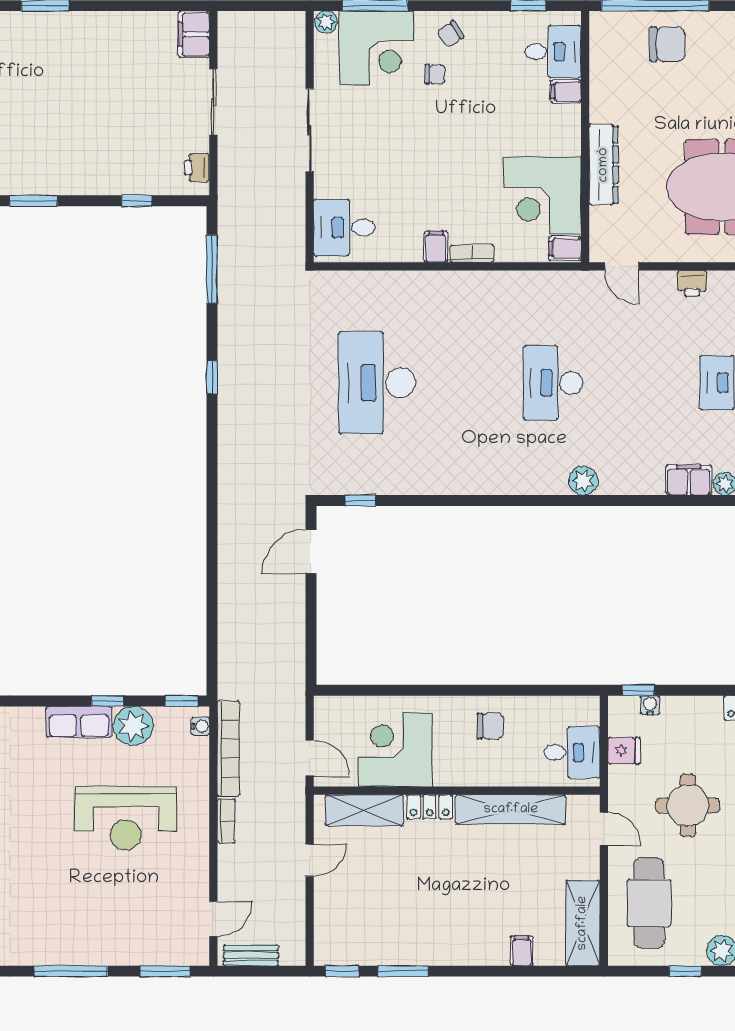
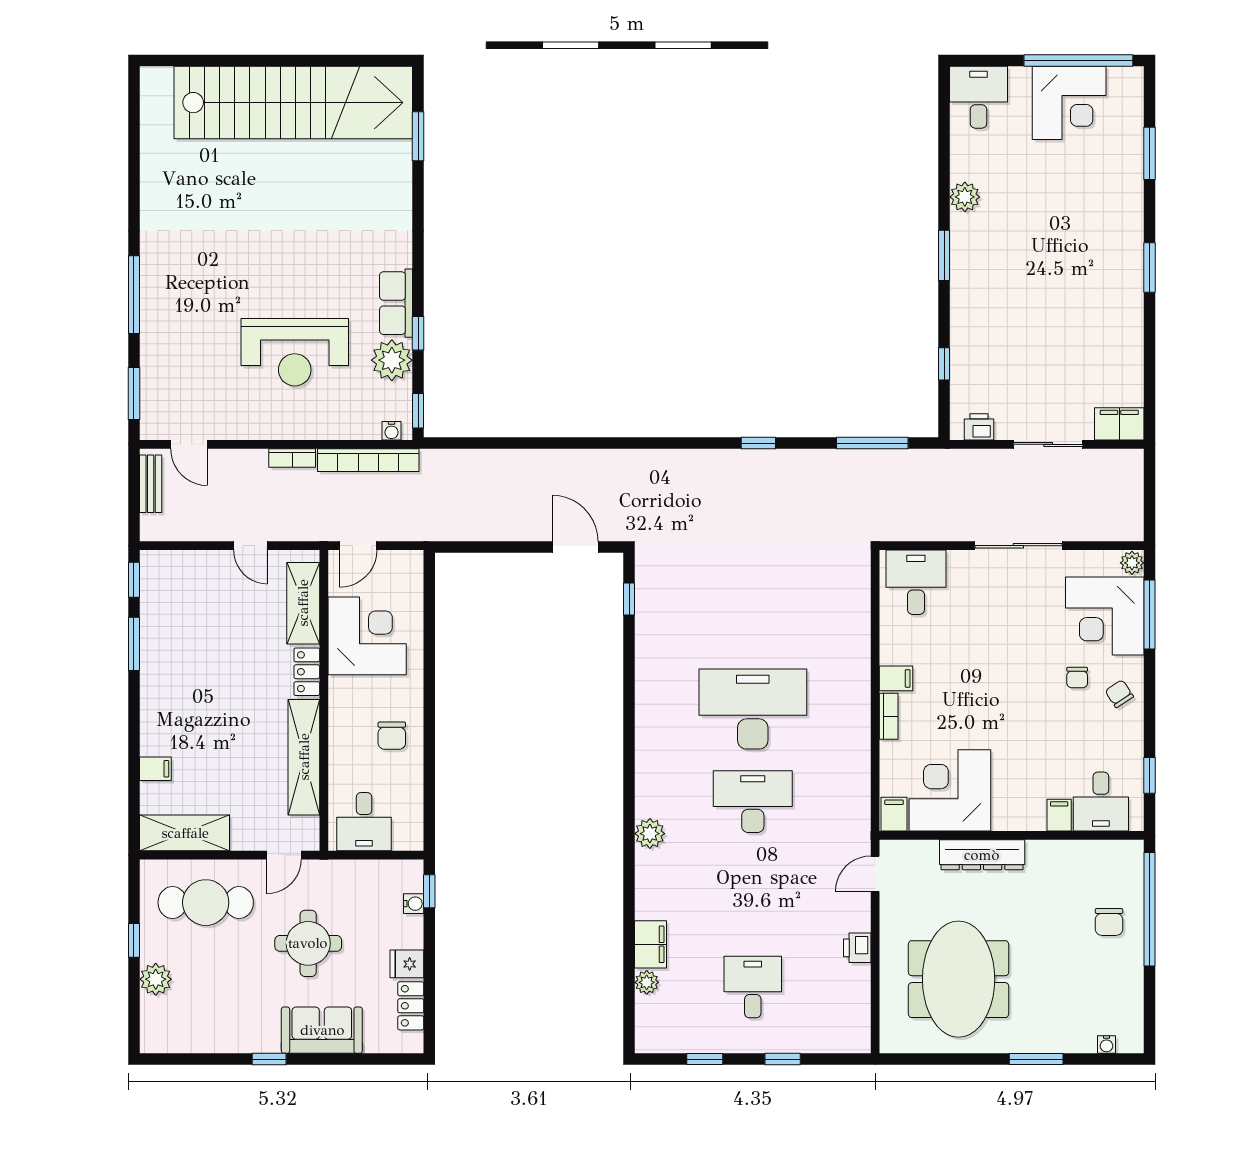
chair: (667, 44) -> (1109, 922), width x0.73, depth x0.73
desk: (377, 383) -> (753, 709), moved
fridge: (624, 751) -> (407, 964), moved, turned 90
reception desk: (126, 818) -> (295, 352), turned -90

